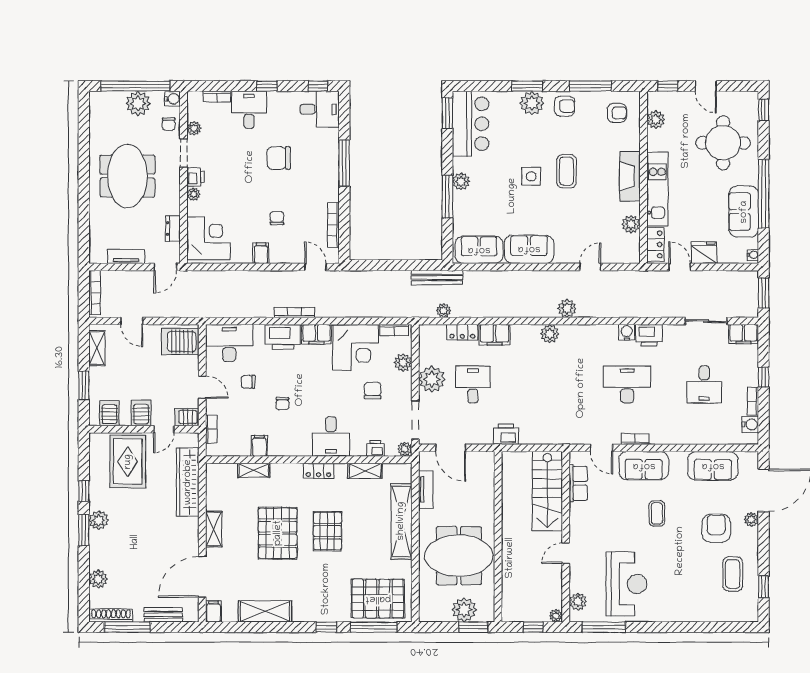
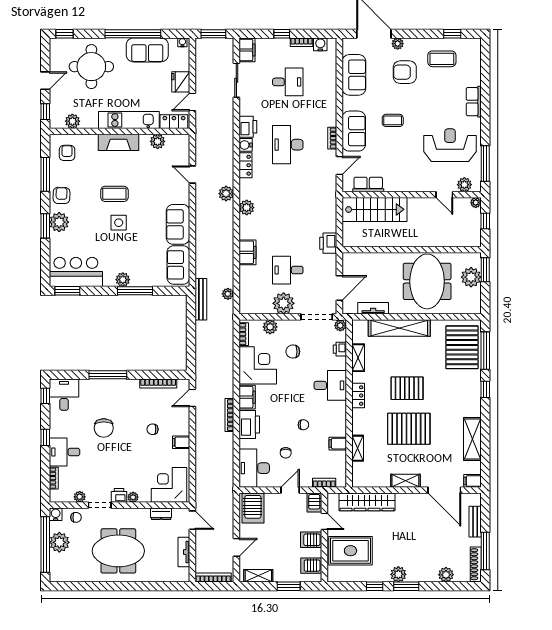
locker: (462, 332) -> (245, 165), moved
door: (566, 553) -> (444, 195), moved
row of seats: (680, 613) -> (474, 102), added

